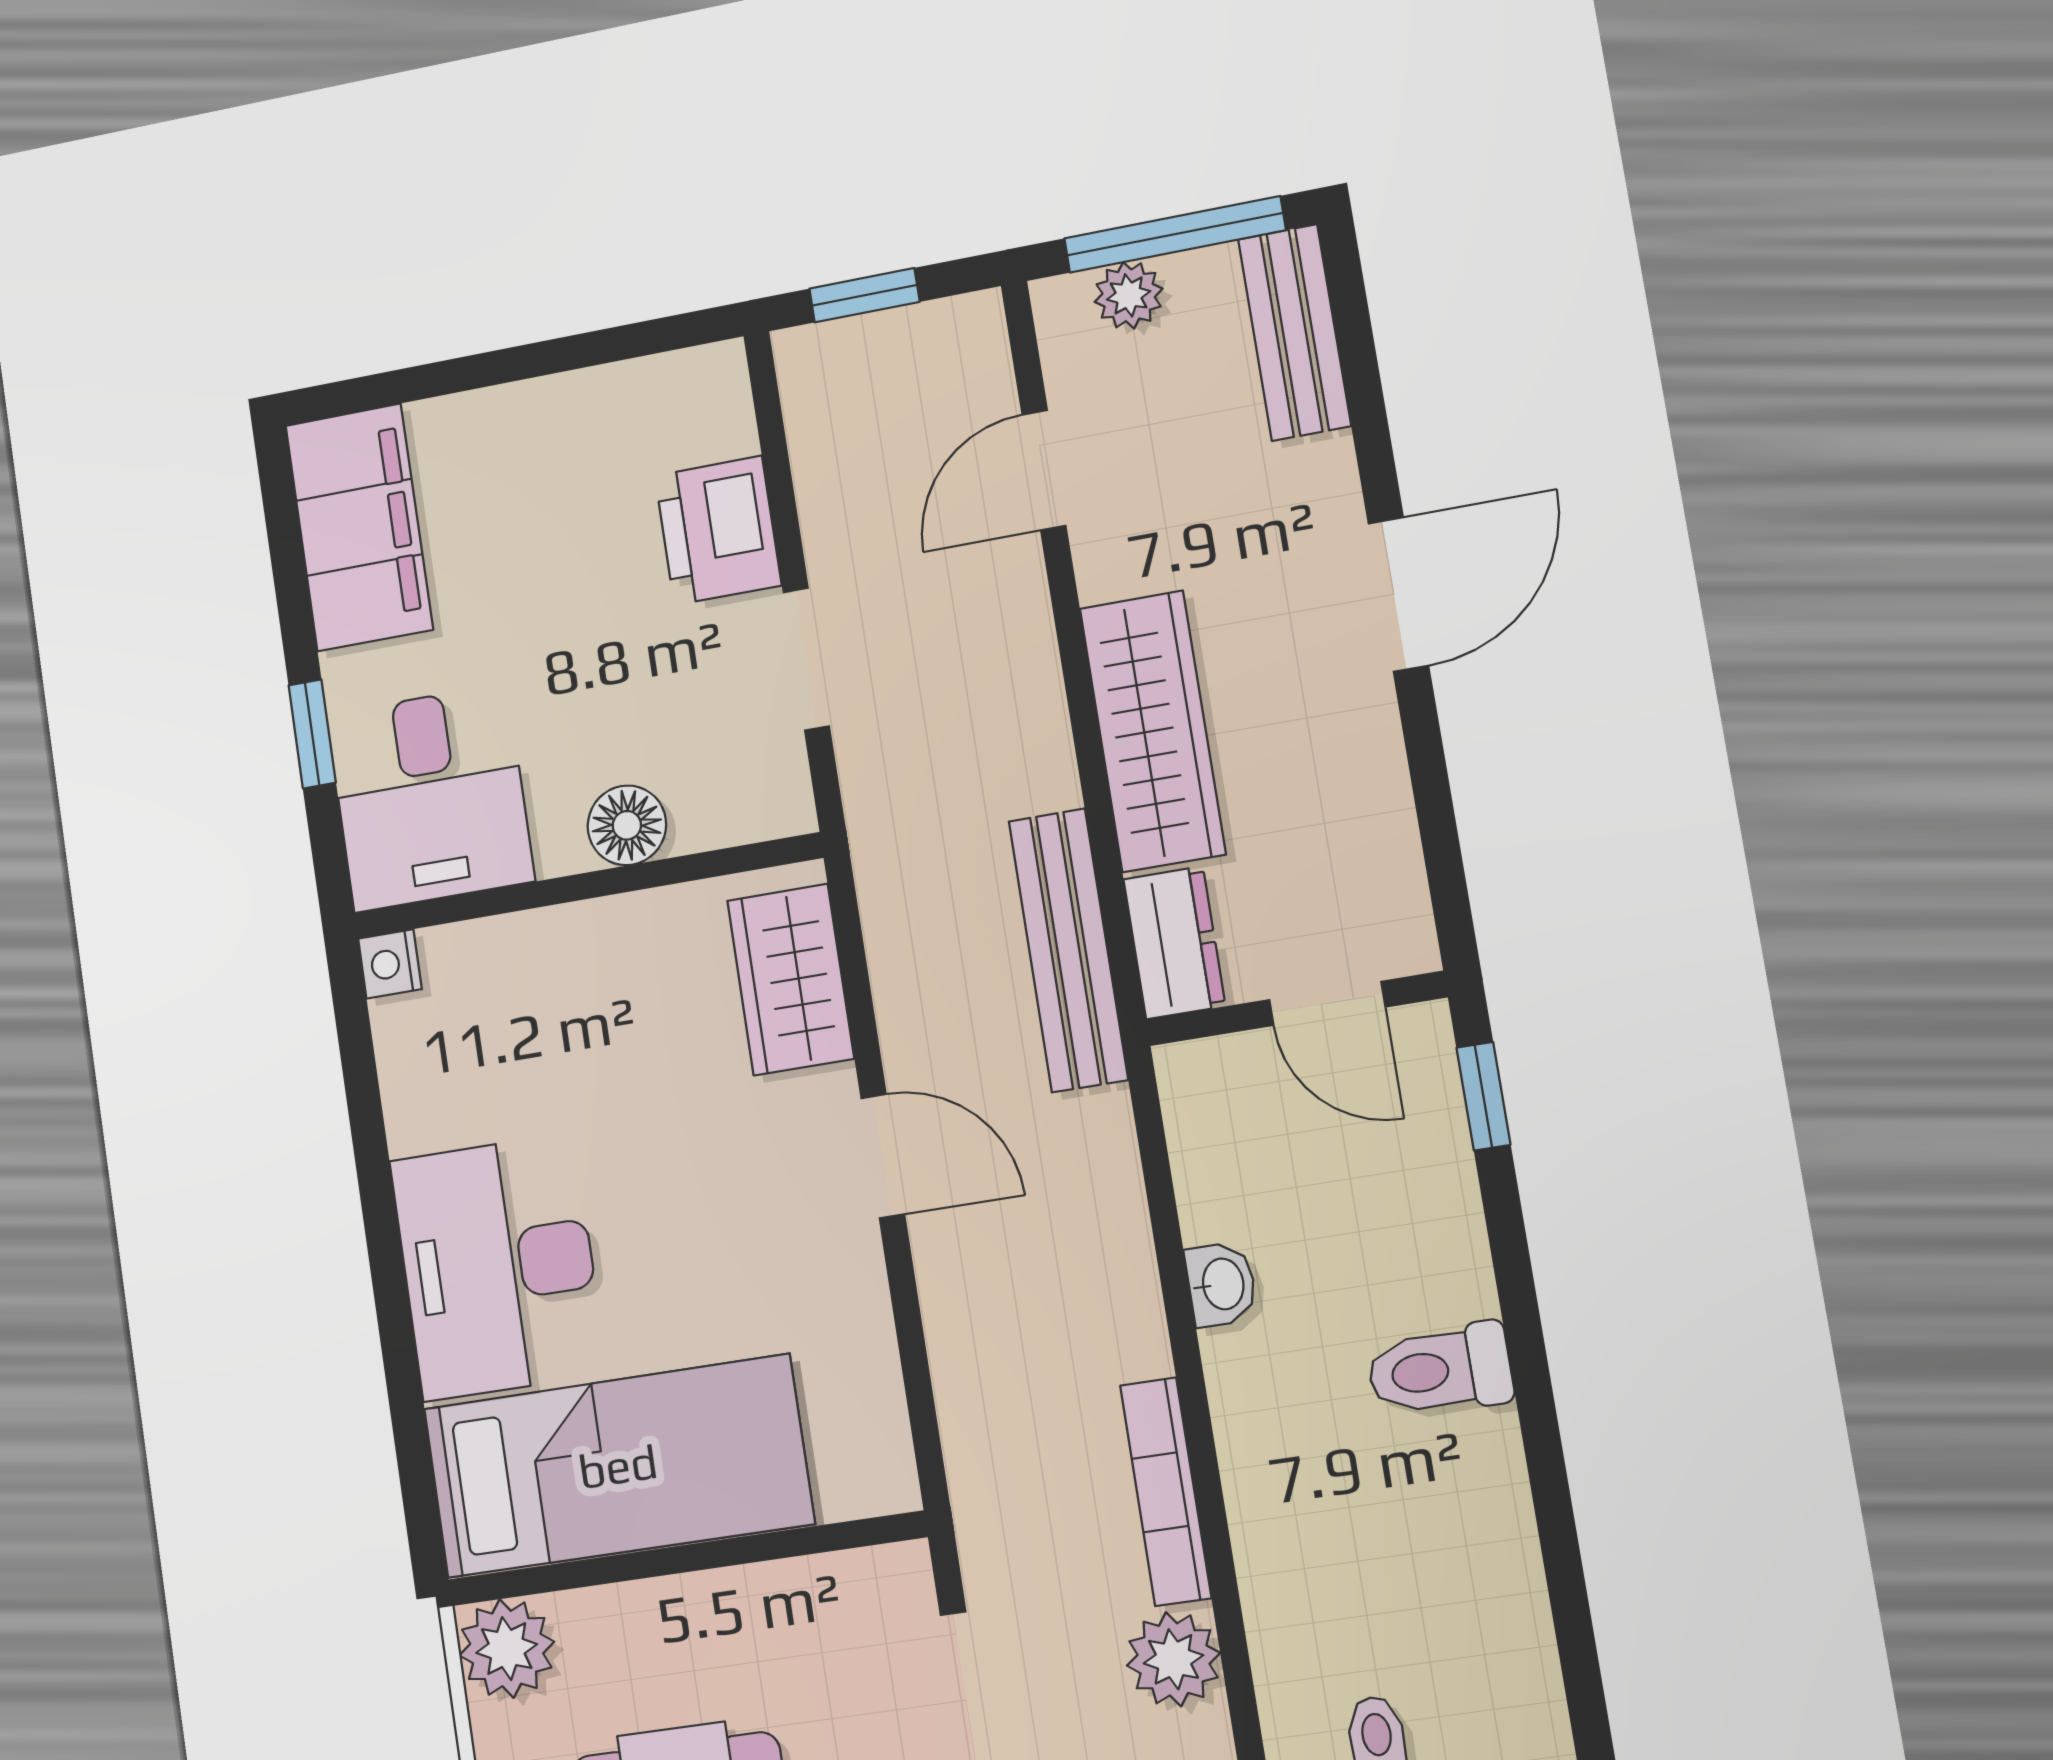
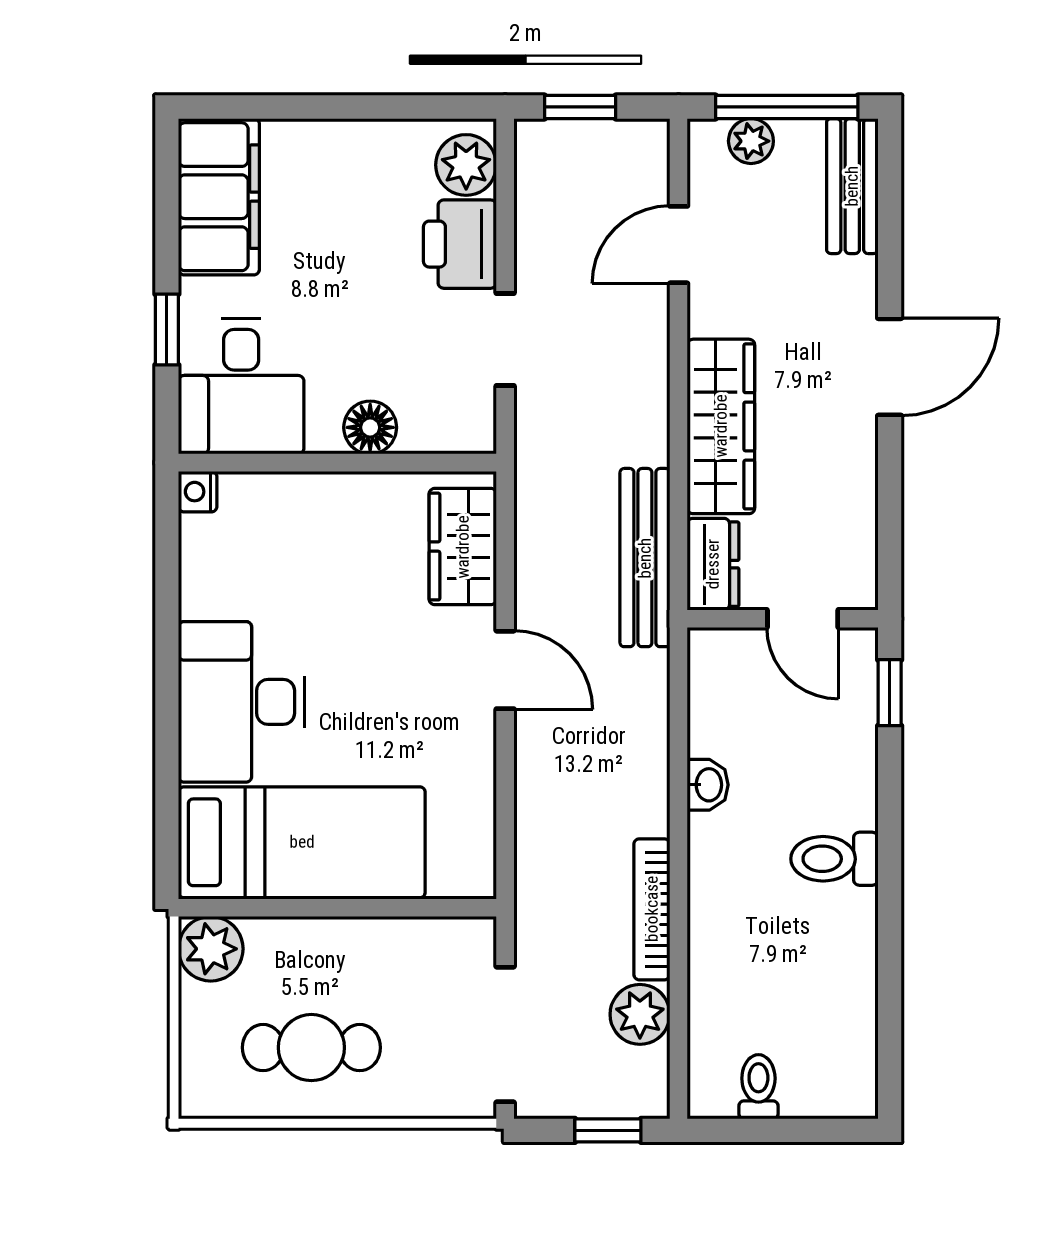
plant: (709, 413) -> (466, 165), added

